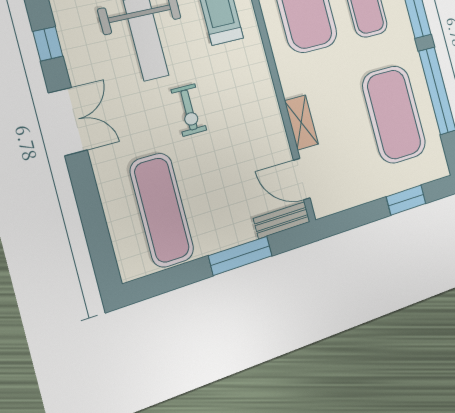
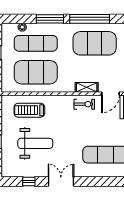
exercise bike: (189, 110) -> (84, 104), moved

